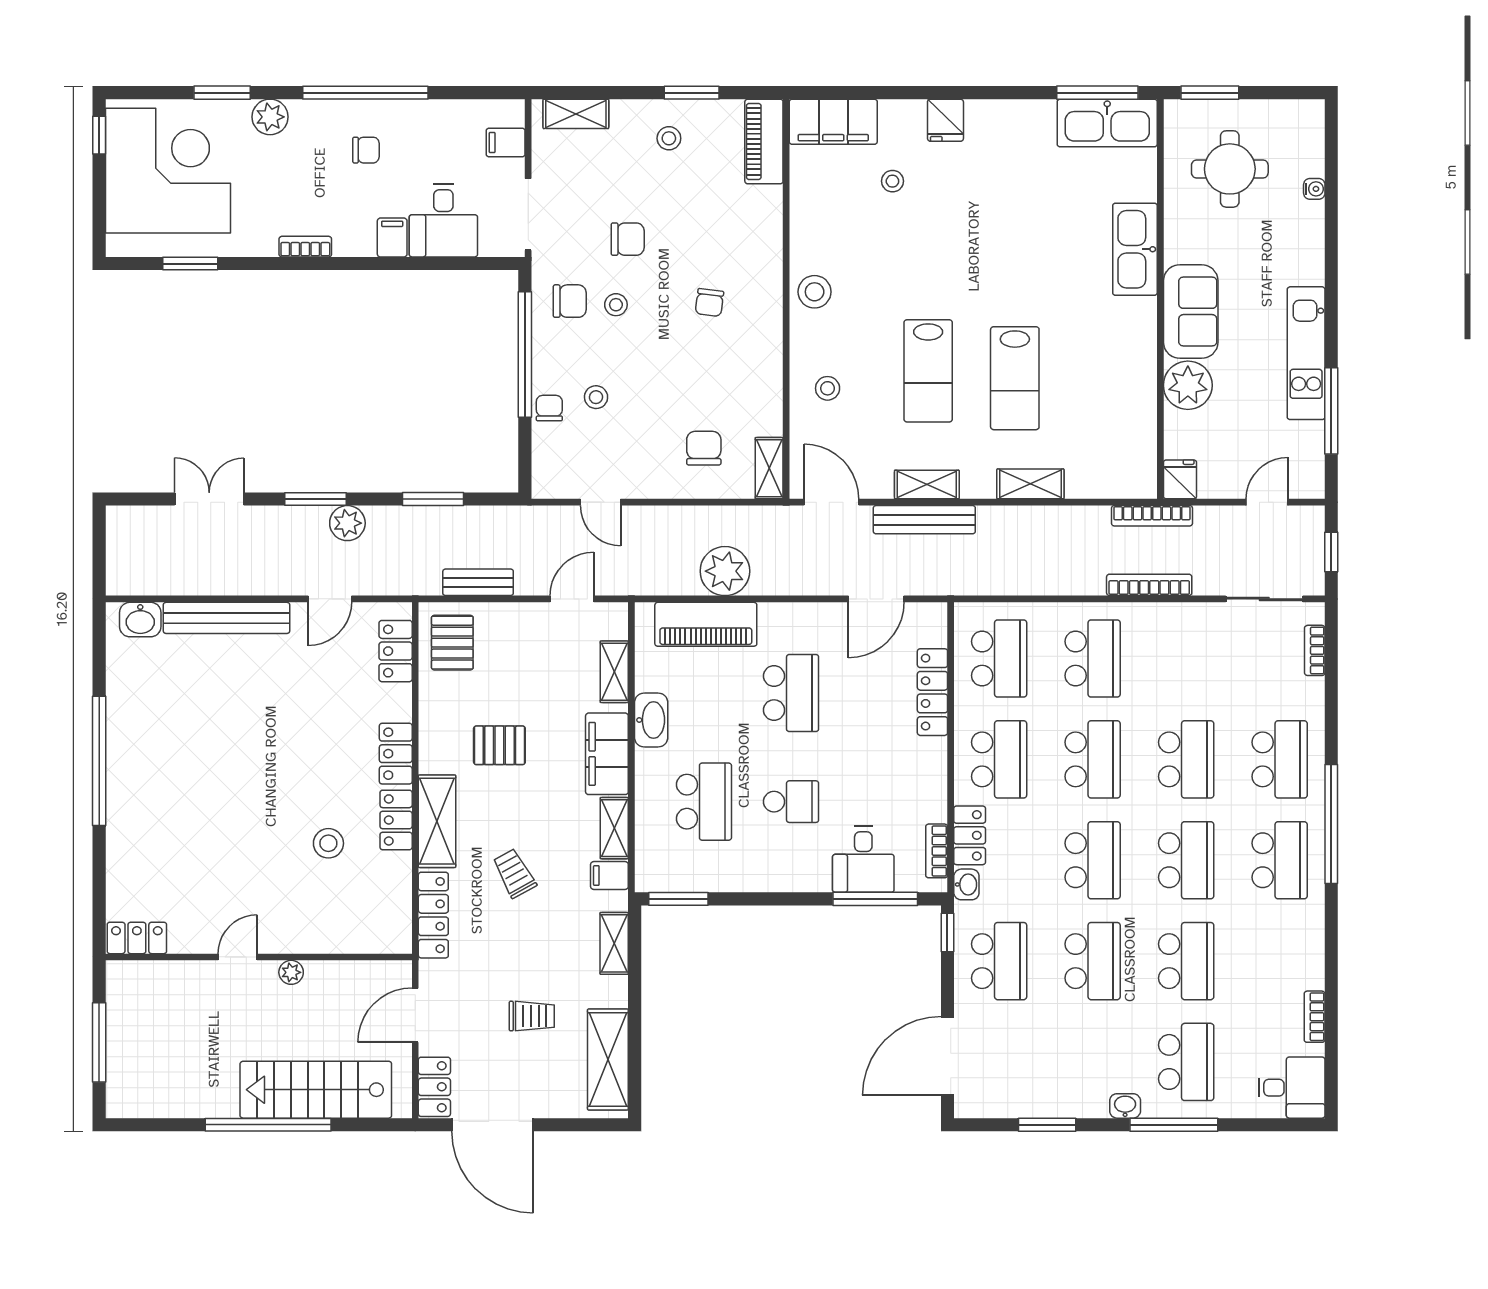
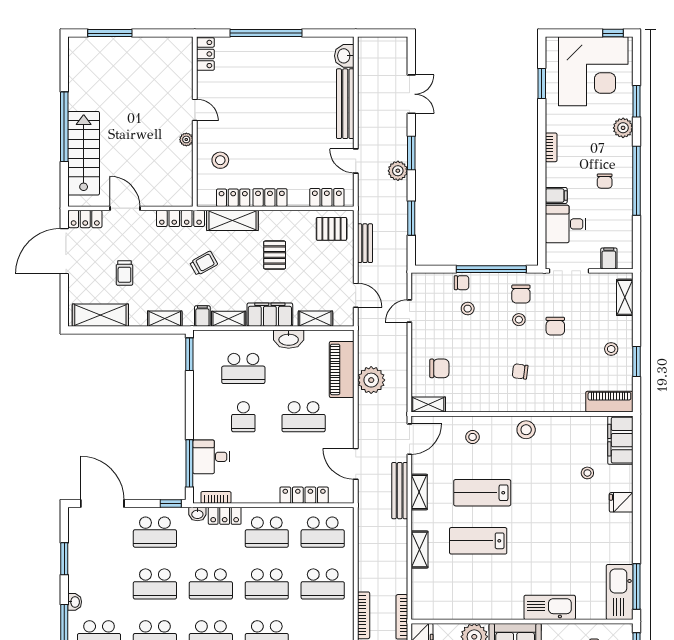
locker: (137, 938) -> (205, 54), moved
door: (238, 957) -> (195, 110), moved
wall: (259, 957) -> (195, 122), moved
plant: (291, 972) -> (186, 139), moved

